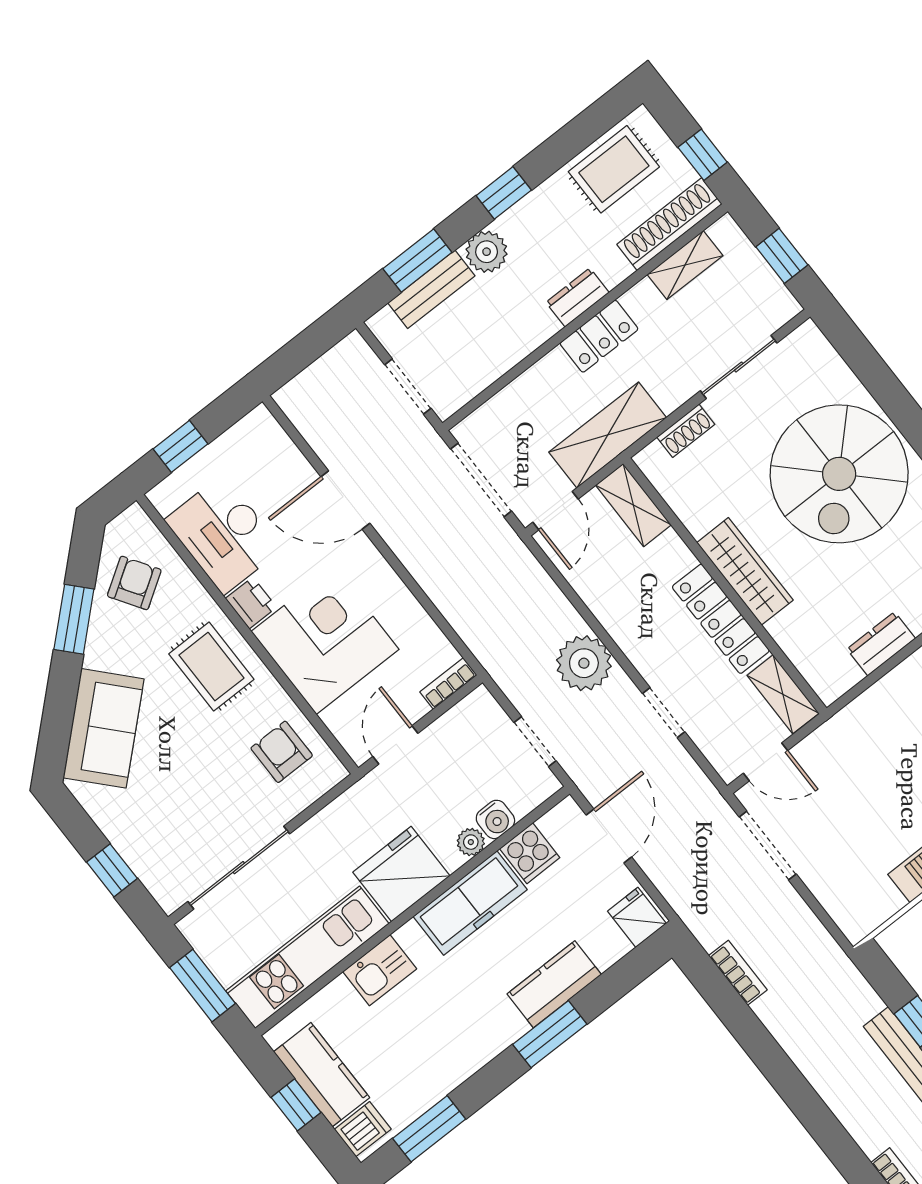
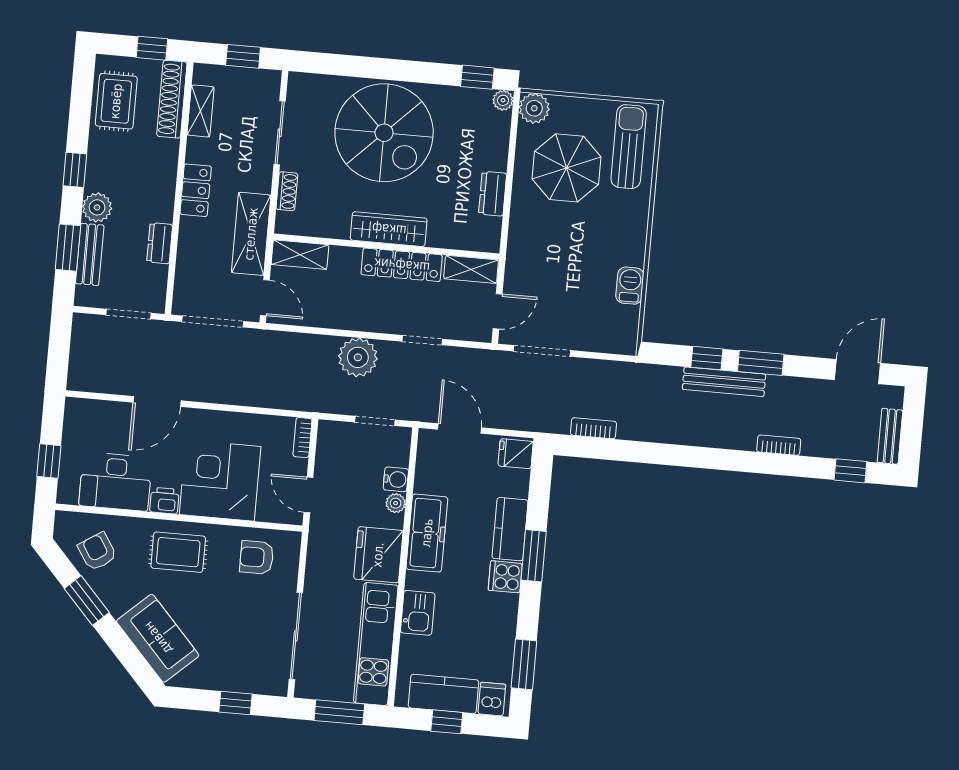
dresser: (577, 297) -> (160, 243), moved
cooker: (530, 853) -> (505, 577), moved, turned 180

